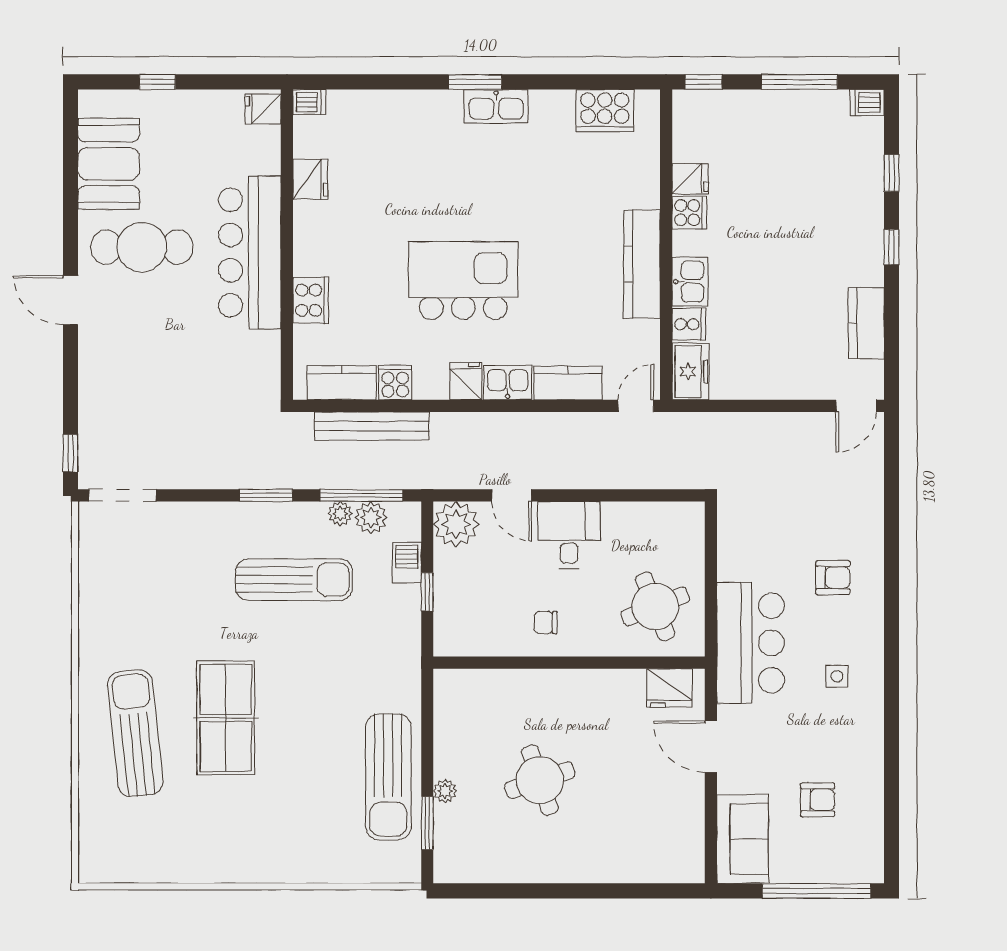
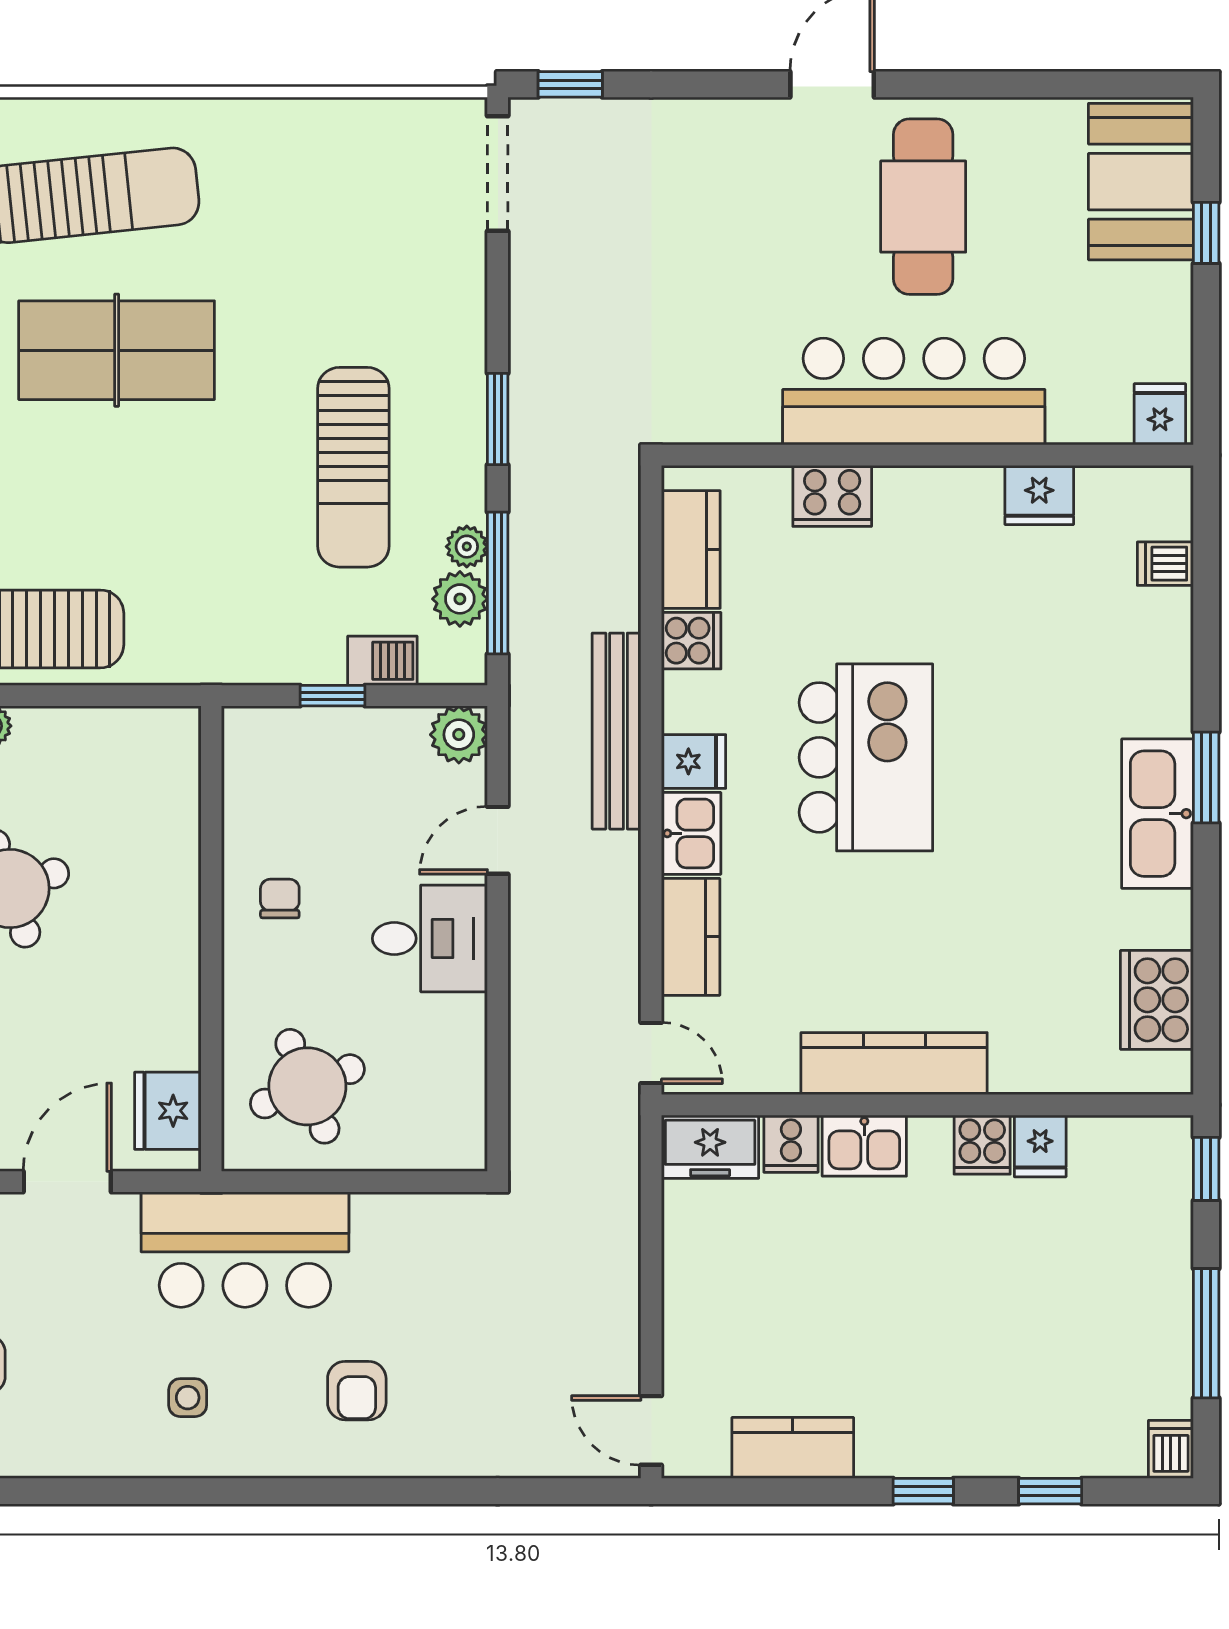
dishwasher: (309, 102) -> (1165, 564), moved, turned 90
kitchen sink: (496, 106) -> (1158, 814), width x1.36, depth x1.24
booth: (109, 164) -> (1141, 182), moved, turned 90
bench: (372, 426) -> (617, 731), moved
plant: (456, 524) -> (459, 735), width x0.73, depth x0.73

